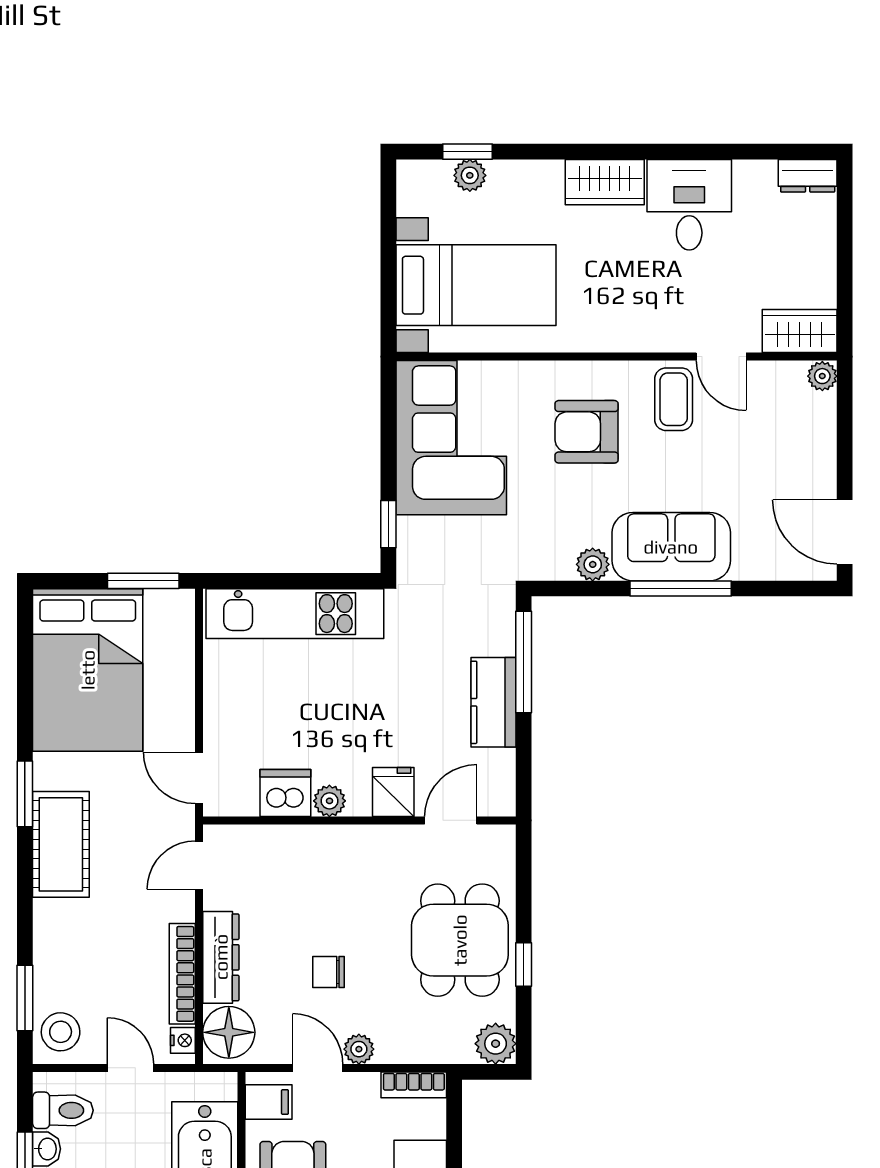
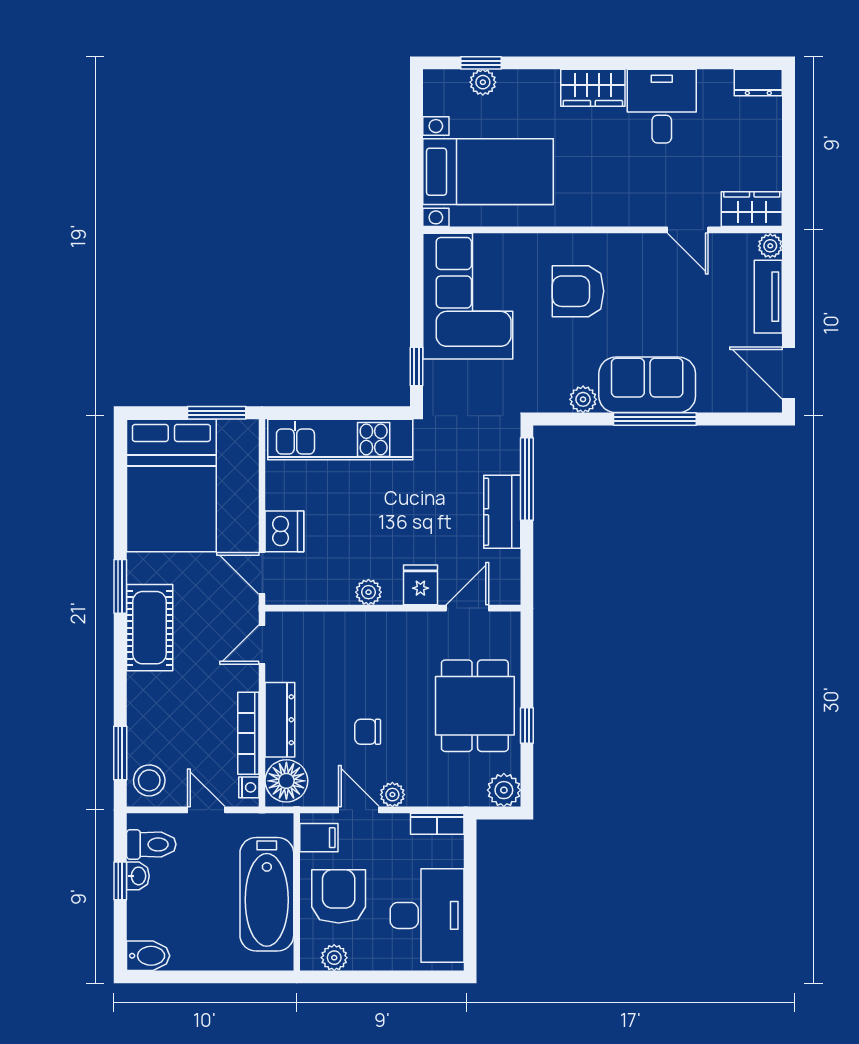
coffee table: (674, 399) -> (649, 265), removed
tv unit: (820, 438) -> (768, 297), added
dishwasher: (285, 793) -> (284, 531), moved, turned 90

